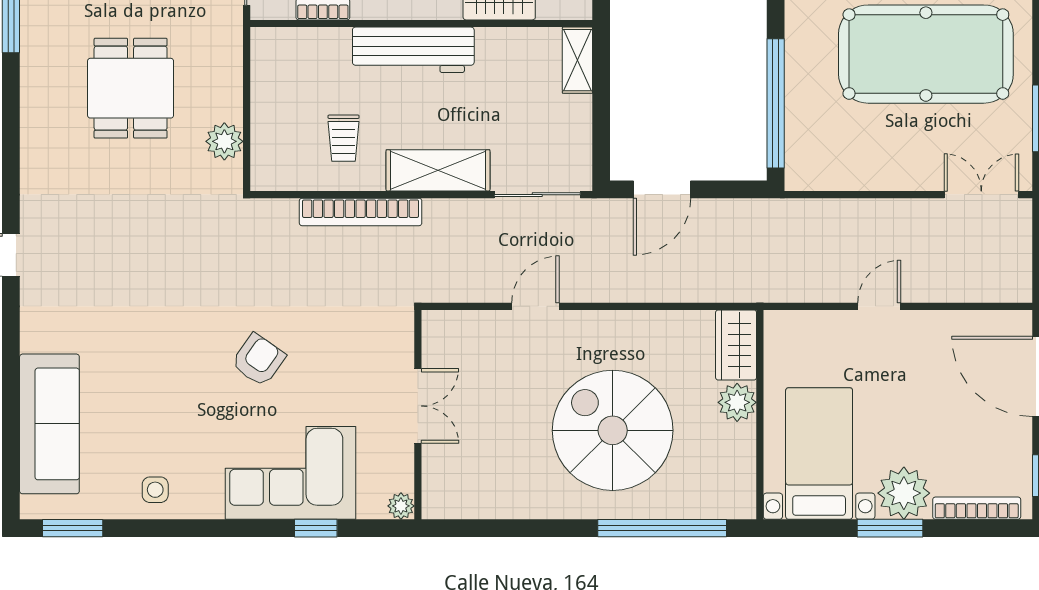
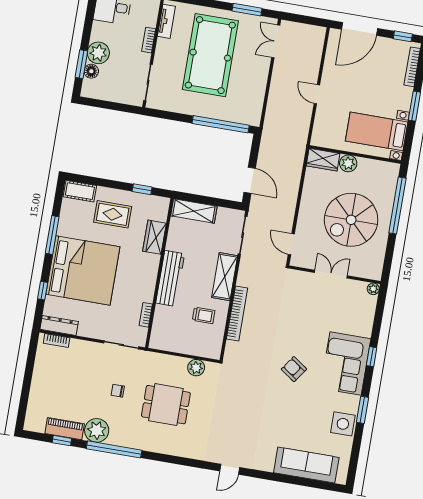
shelving: (577, 60) -> (194, 211), width x1.50, depth x1.33
double door: (418, 406) -> (331, 274), moved
wall: (418, 415) -> (335, 275), moved
side table: (155, 490) -> (343, 424), width x1.87, depth x1.87
plant: (904, 493) -> (400, 97), removed
plant: (401, 506) -> (373, 289), moved
window: (73, 528) -> (362, 410), moved

